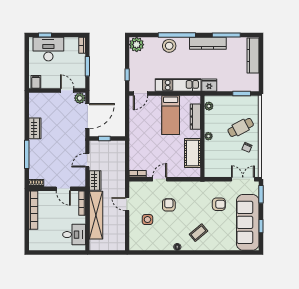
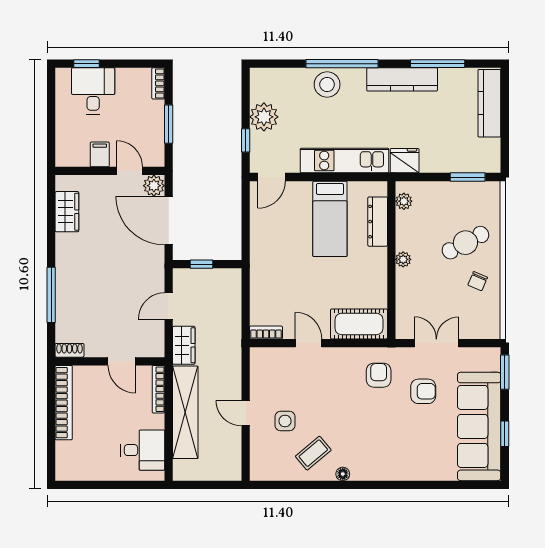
plant: (137, 45) -> (264, 117), moved
desk: (48, 49) -> (93, 91), width x0.73
filing cabinet: (36, 82) -> (100, 154), moved
door: (87, 116) -> (169, 221), swing flipped
wardrobe: (35, 128) -> (67, 212), moved
cot: (193, 153) -> (359, 324), moved, turned 90
door: (160, 179) -> (309, 343), hinge flipped
double door: (243, 179) -> (436, 343), moved
door: (127, 204) -> (246, 413), moved
armchair: (169, 205) -> (379, 375), moved
coffee table: (198, 233) -> (313, 453), moved

